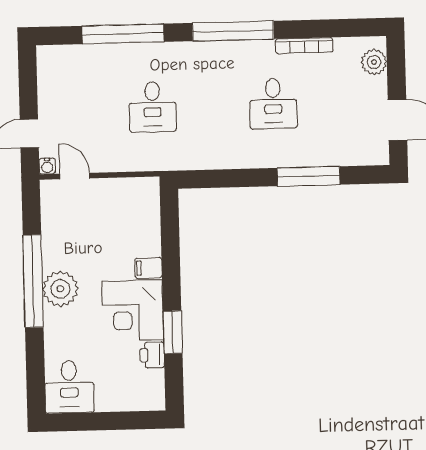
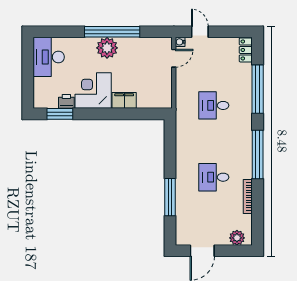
locker: (58, 56) -> (246, 50), added
filing cabinet: (148, 268) -> (124, 100), width x2.00
window: (173, 332) -> (60, 114), moved
desk: (69, 387) -> (49, 57), width x1.37

